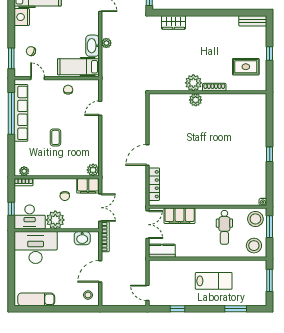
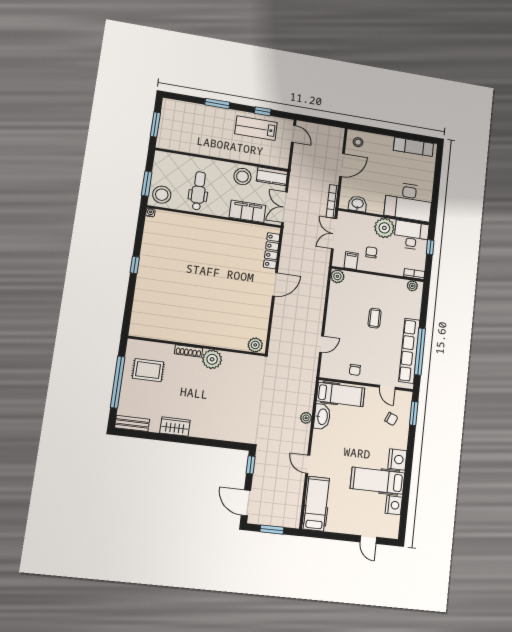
wardrobe: (174, 22) -> (175, 427), moved
window: (270, 54) -> (118, 382), width x3.17
plant: (196, 100) -> (255, 345), moved
filing cabinet: (88, 186) -> (351, 261), width x0.50
stool: (254, 246) -> (242, 177), moved
lab bench: (214, 281) -> (256, 128), moved
window: (236, 309) -> (217, 104), moved

